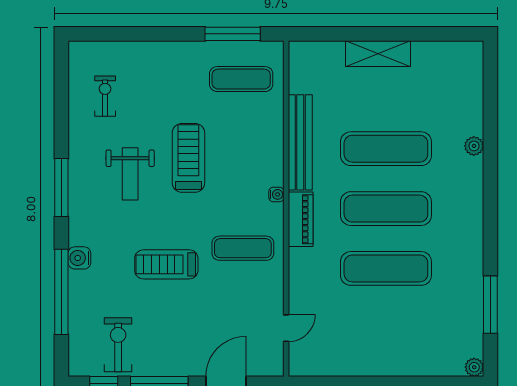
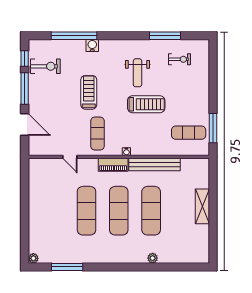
exercise mat: (241, 79) -> (189, 133), turned 90
weight bench: (130, 174) -> (138, 73), turned -90
window: (61, 188) -> (165, 36), moved
door: (286, 328) -> (70, 157), moved

